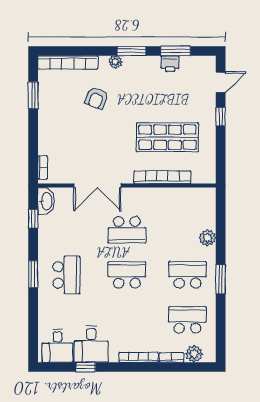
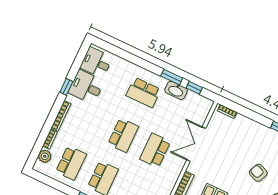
washbasin: (46, 201) -> (176, 90), moved
window: (33, 274) -> (172, 77), moved
window: (86, 367) -> (66, 87), moved

